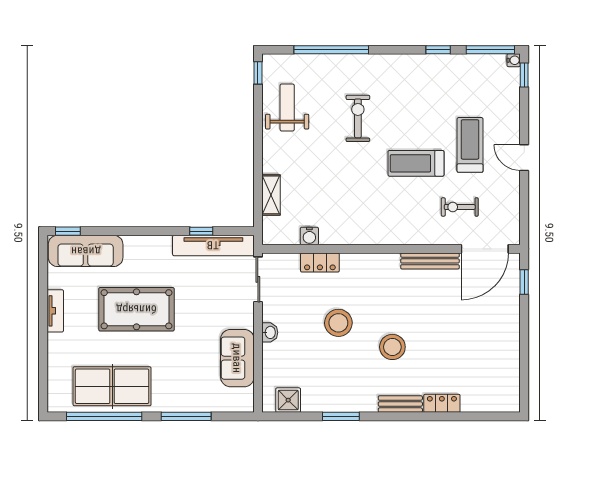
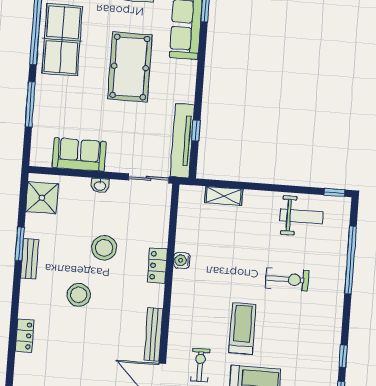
water cooler: (309, 236) -> (182, 260), moved
locker: (320, 262) -> (157, 266), moved
shower: (288, 400) -> (42, 198), width x1.36, depth x1.36
bench: (400, 404) -> (30, 259), moved

